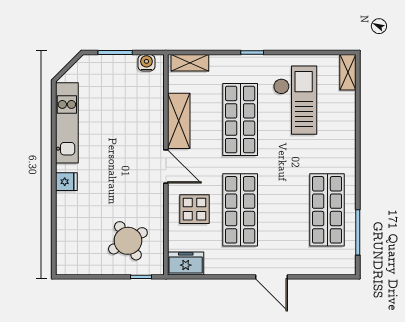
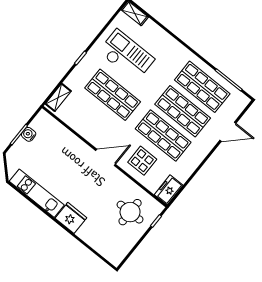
water cooler: (146, 63) -> (29, 134), moved
shelving: (179, 121) -> (86, 130), removed
fridge: (66, 182) -> (71, 218), width x1.88, depth x1.34
shop shelf: (284, 210) -> (183, 111), added
round table: (128, 241) -> (130, 212), turned 30
door: (271, 277) -> (228, 132), moved

